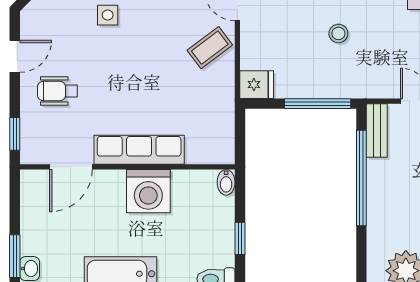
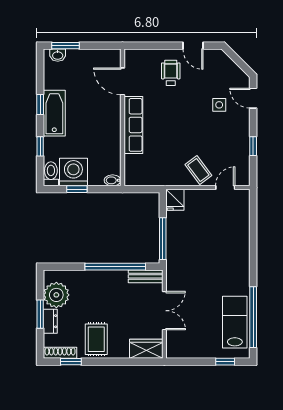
stool: (338, 33) -> (207, 252), removed
window: (15, 134) -> (143, 46), removed
washing machine: (148, 191) -> (73, 172), moved, turned 90

